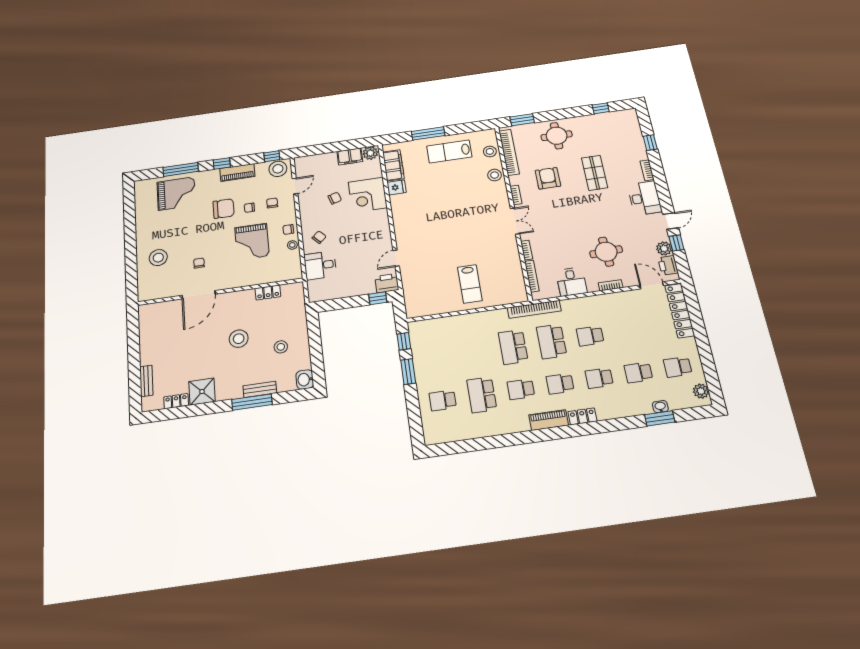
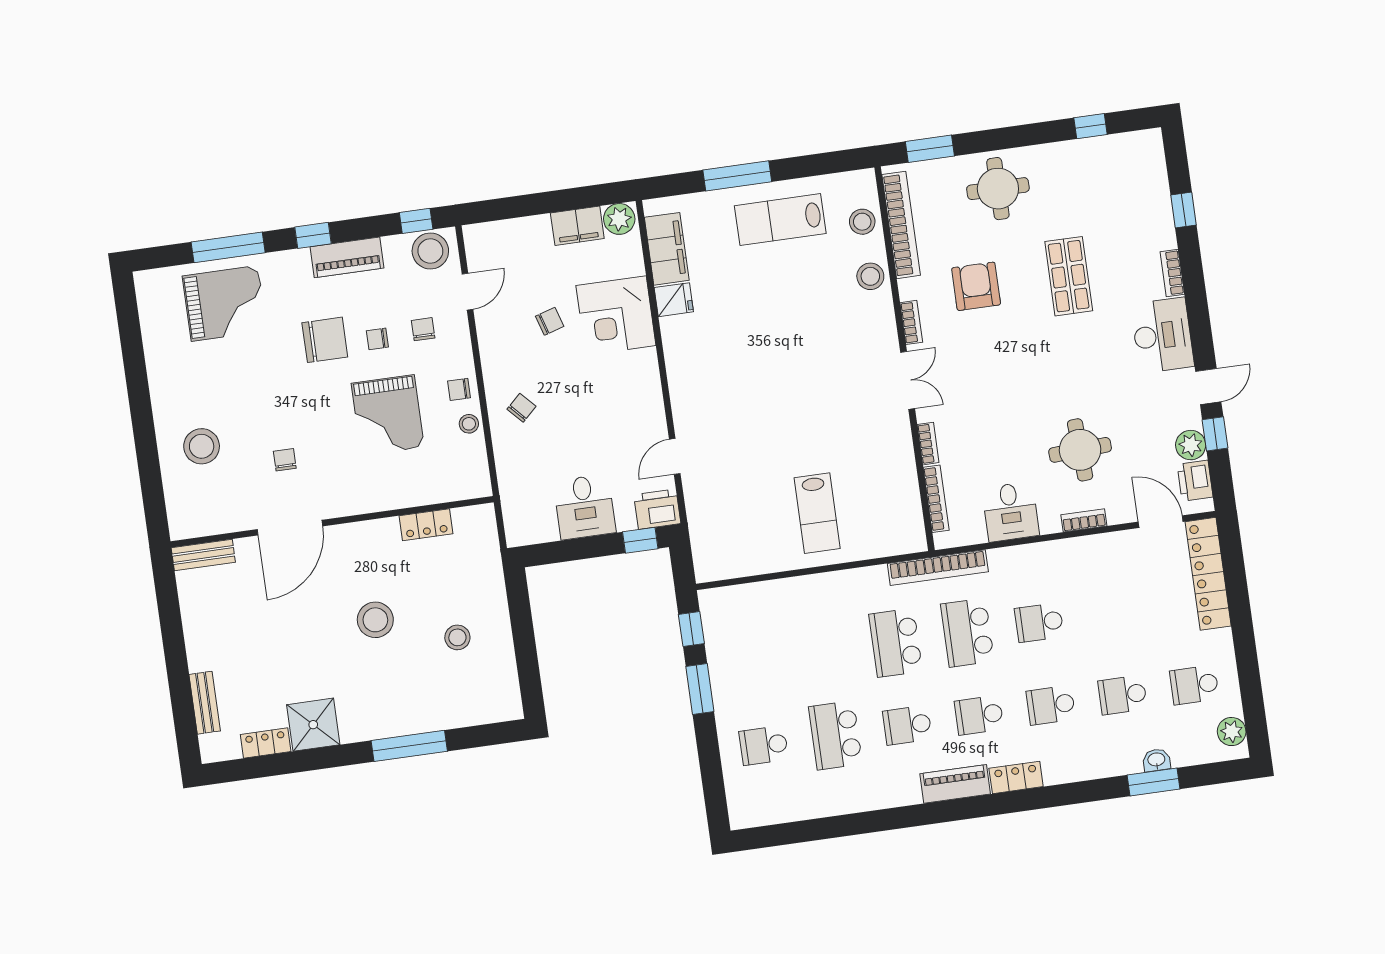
desk: (320, 265) -> (585, 507), moved, turned -90
washbasin: (305, 380) -> (506, 703), removed
bench: (260, 389) -> (203, 555), moved

